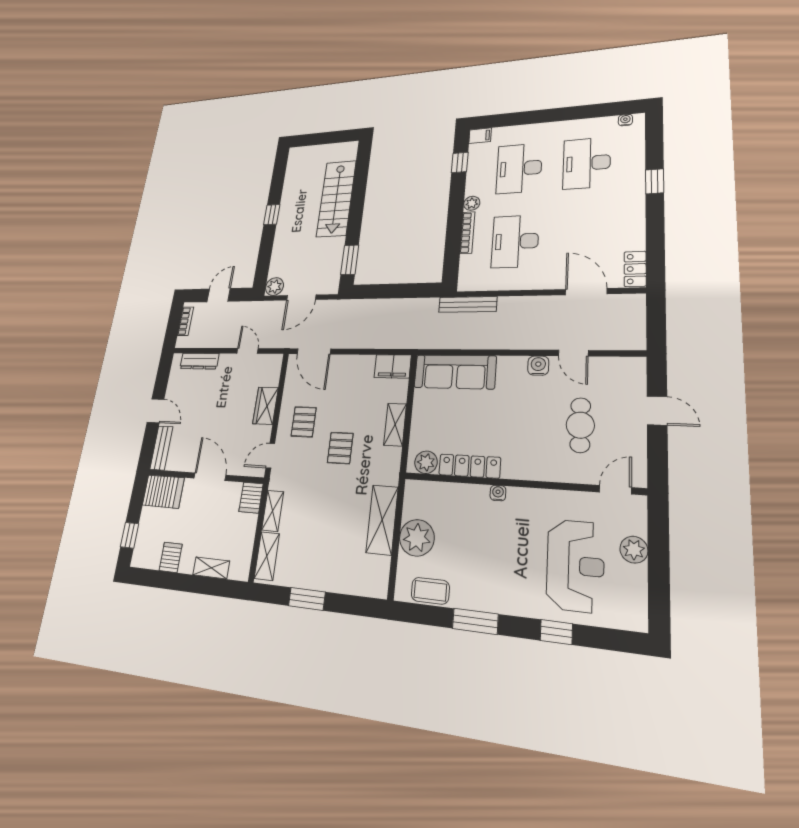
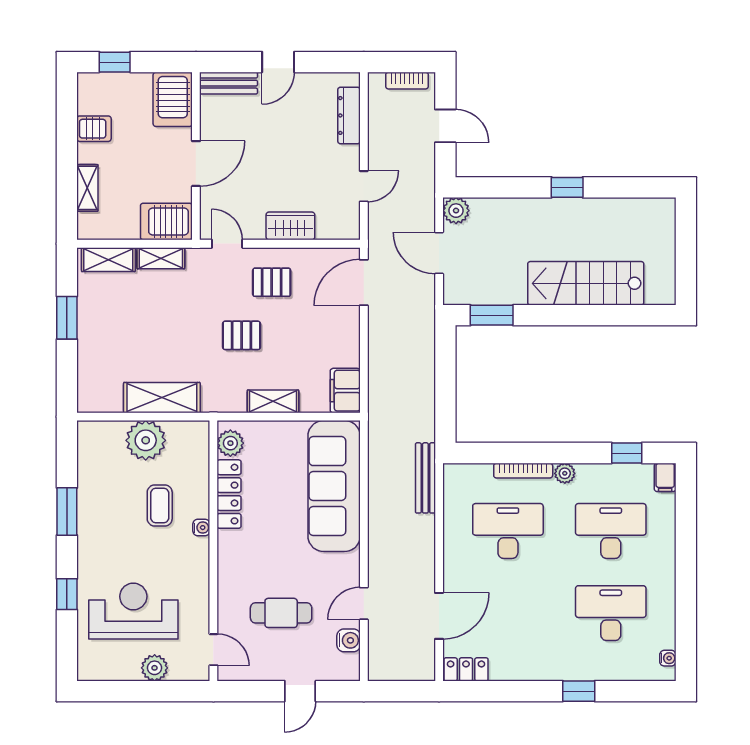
water cooler: (538, 366) -> (349, 640), moved
sofa: (455, 372) -> (334, 486), width x1.36, depth x1.27
server rack: (251, 498) -> (166, 222), width x1.36, depth x1.44
reception desk: (575, 565) -> (133, 611), turned 180
coffee table: (430, 591) -> (160, 506), moved

